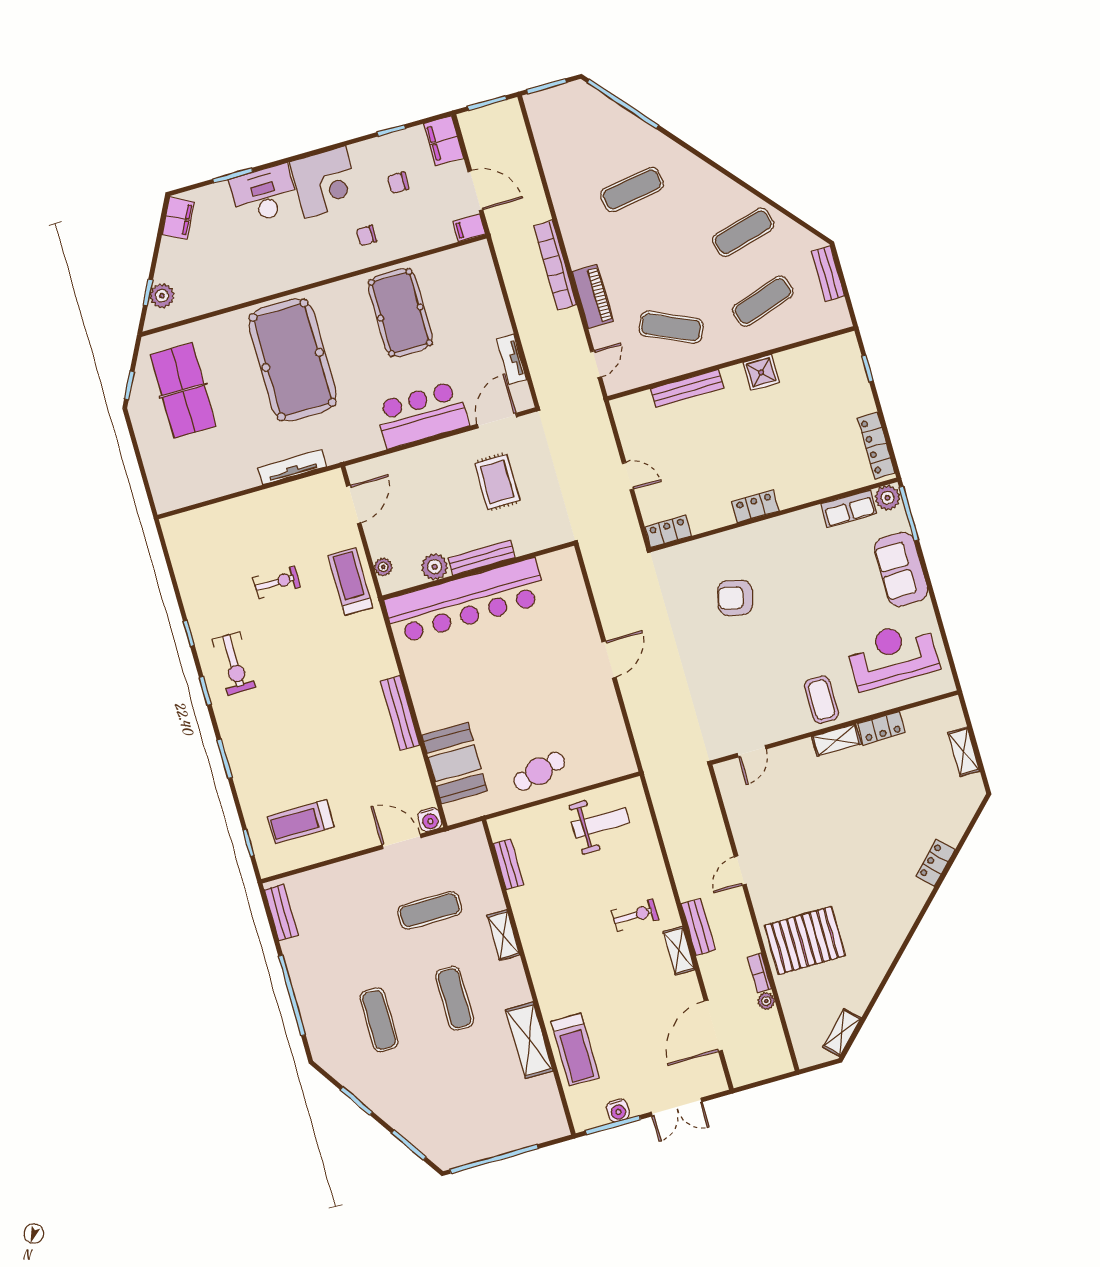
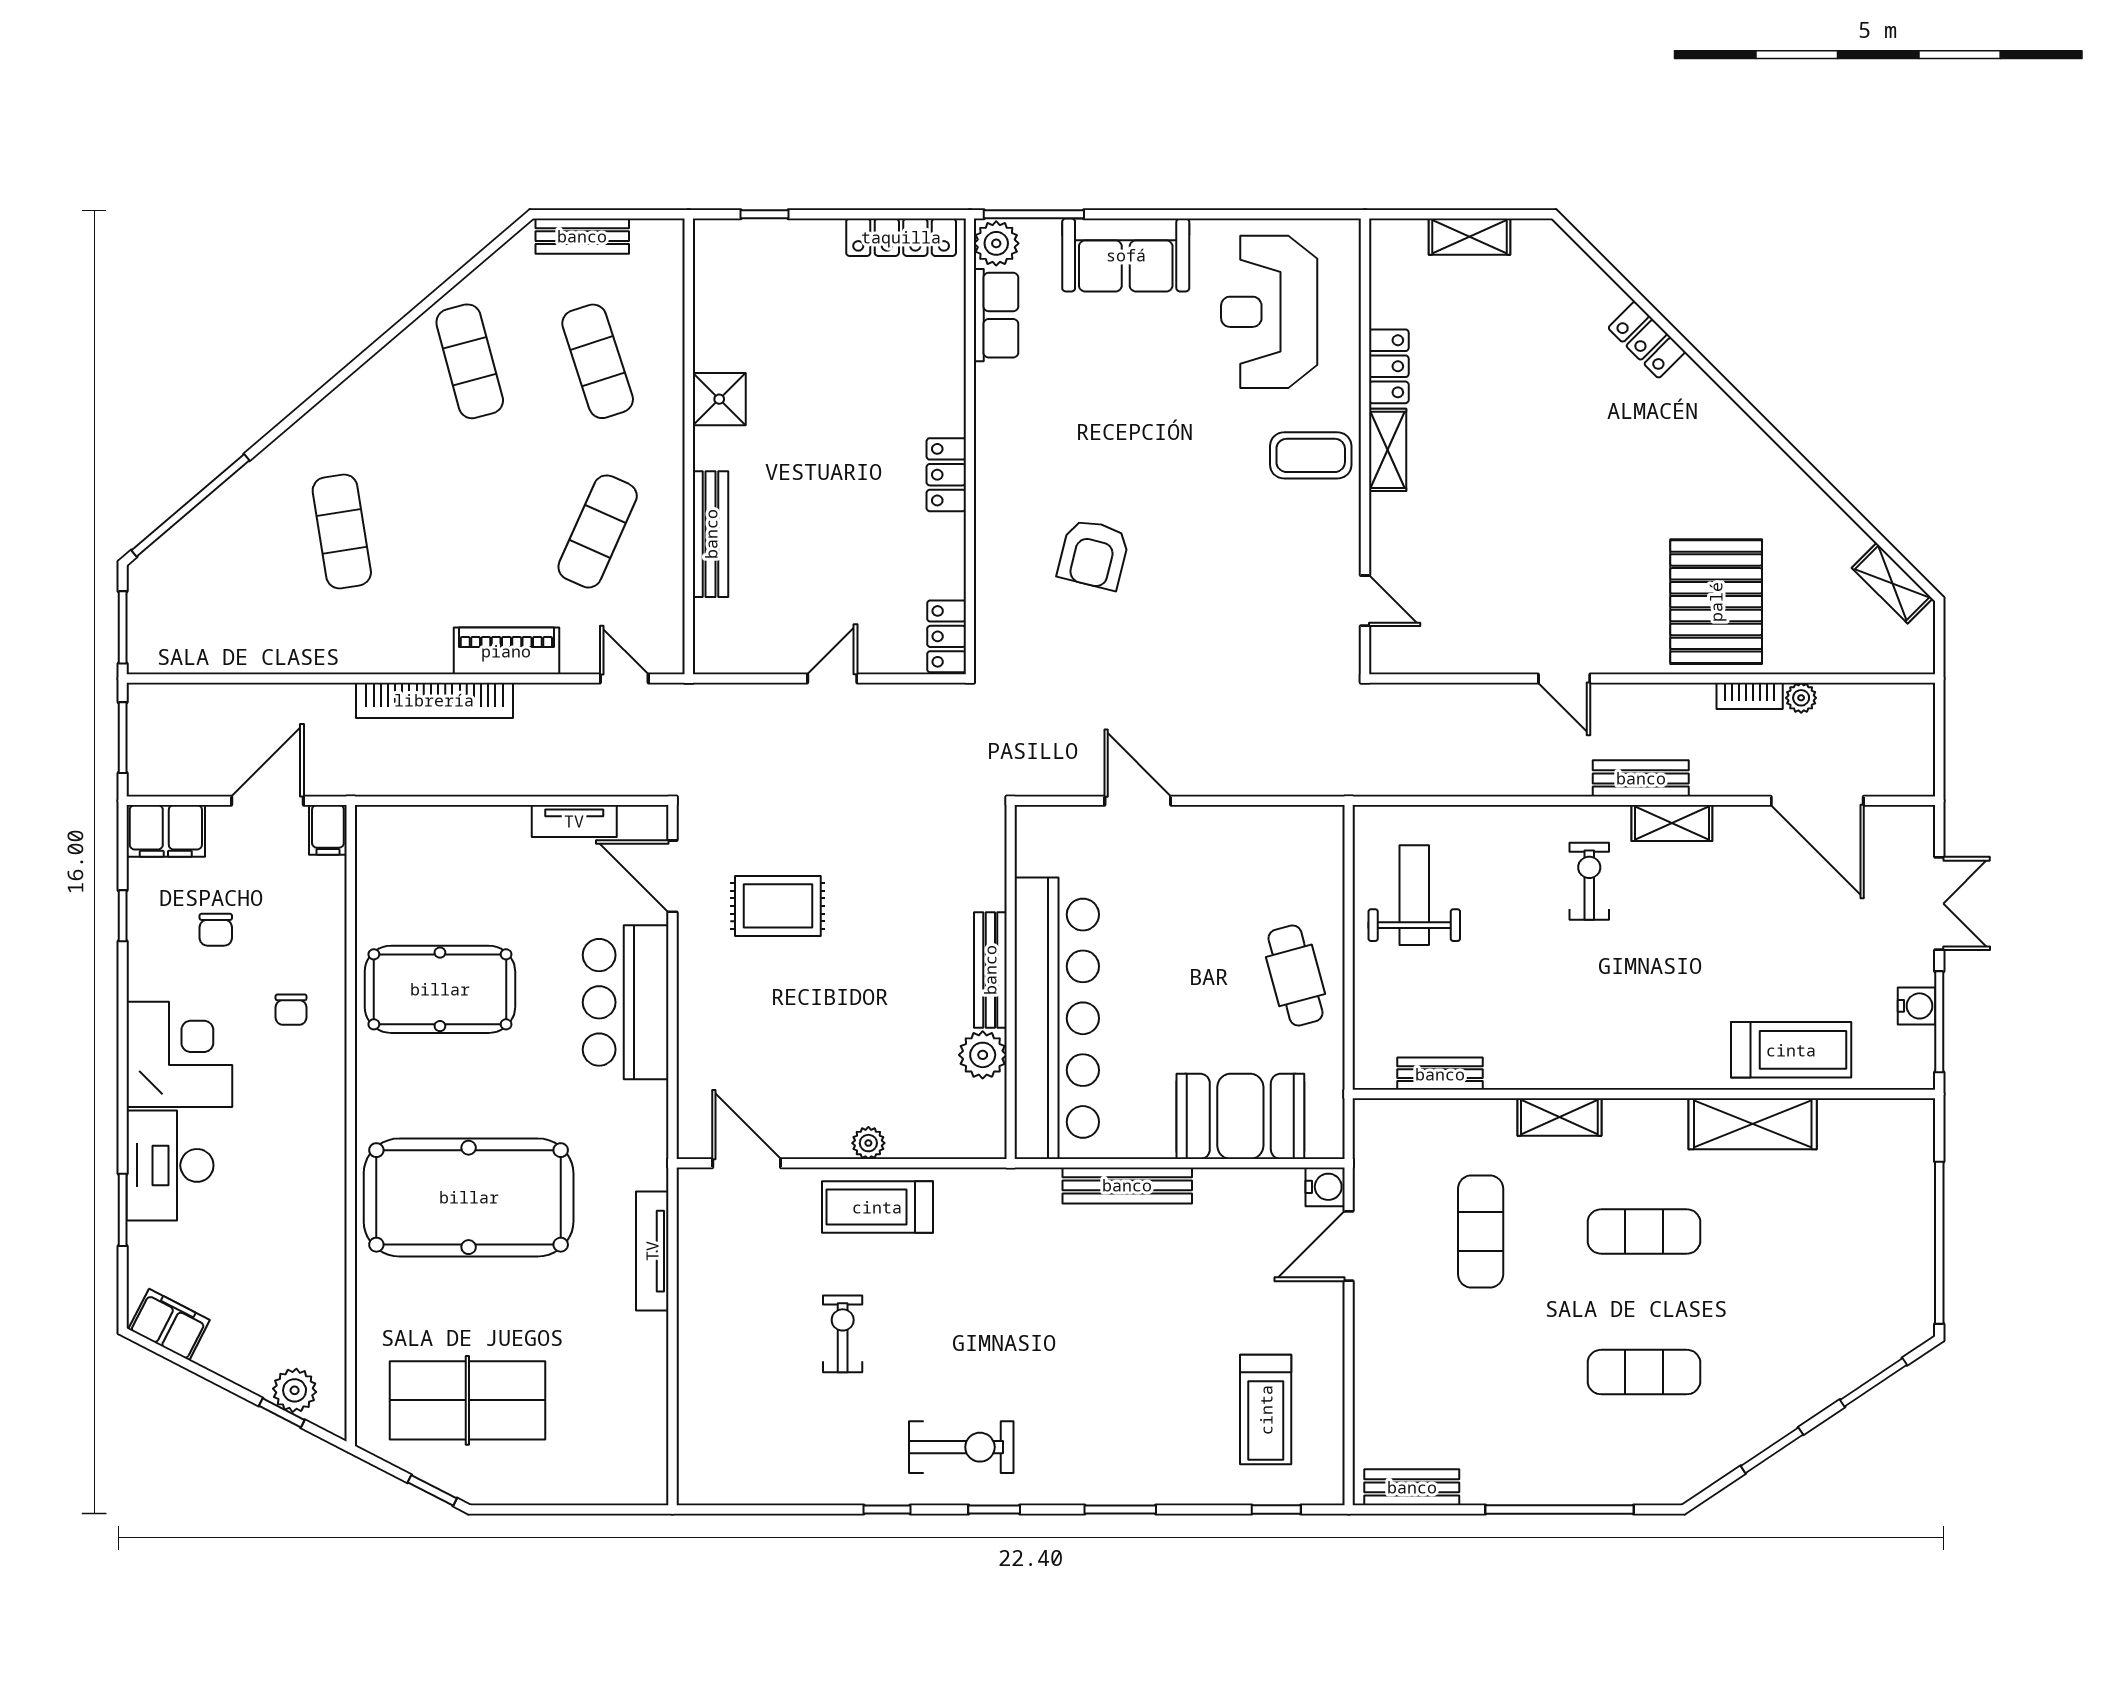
bench: (481, 558) -> (990, 970), moved
plant: (435, 567) -> (983, 1055), moved
wall: (478, 571) -> (1011, 982), moved
bar counter: (466, 601) -> (1057, 1018), moved

